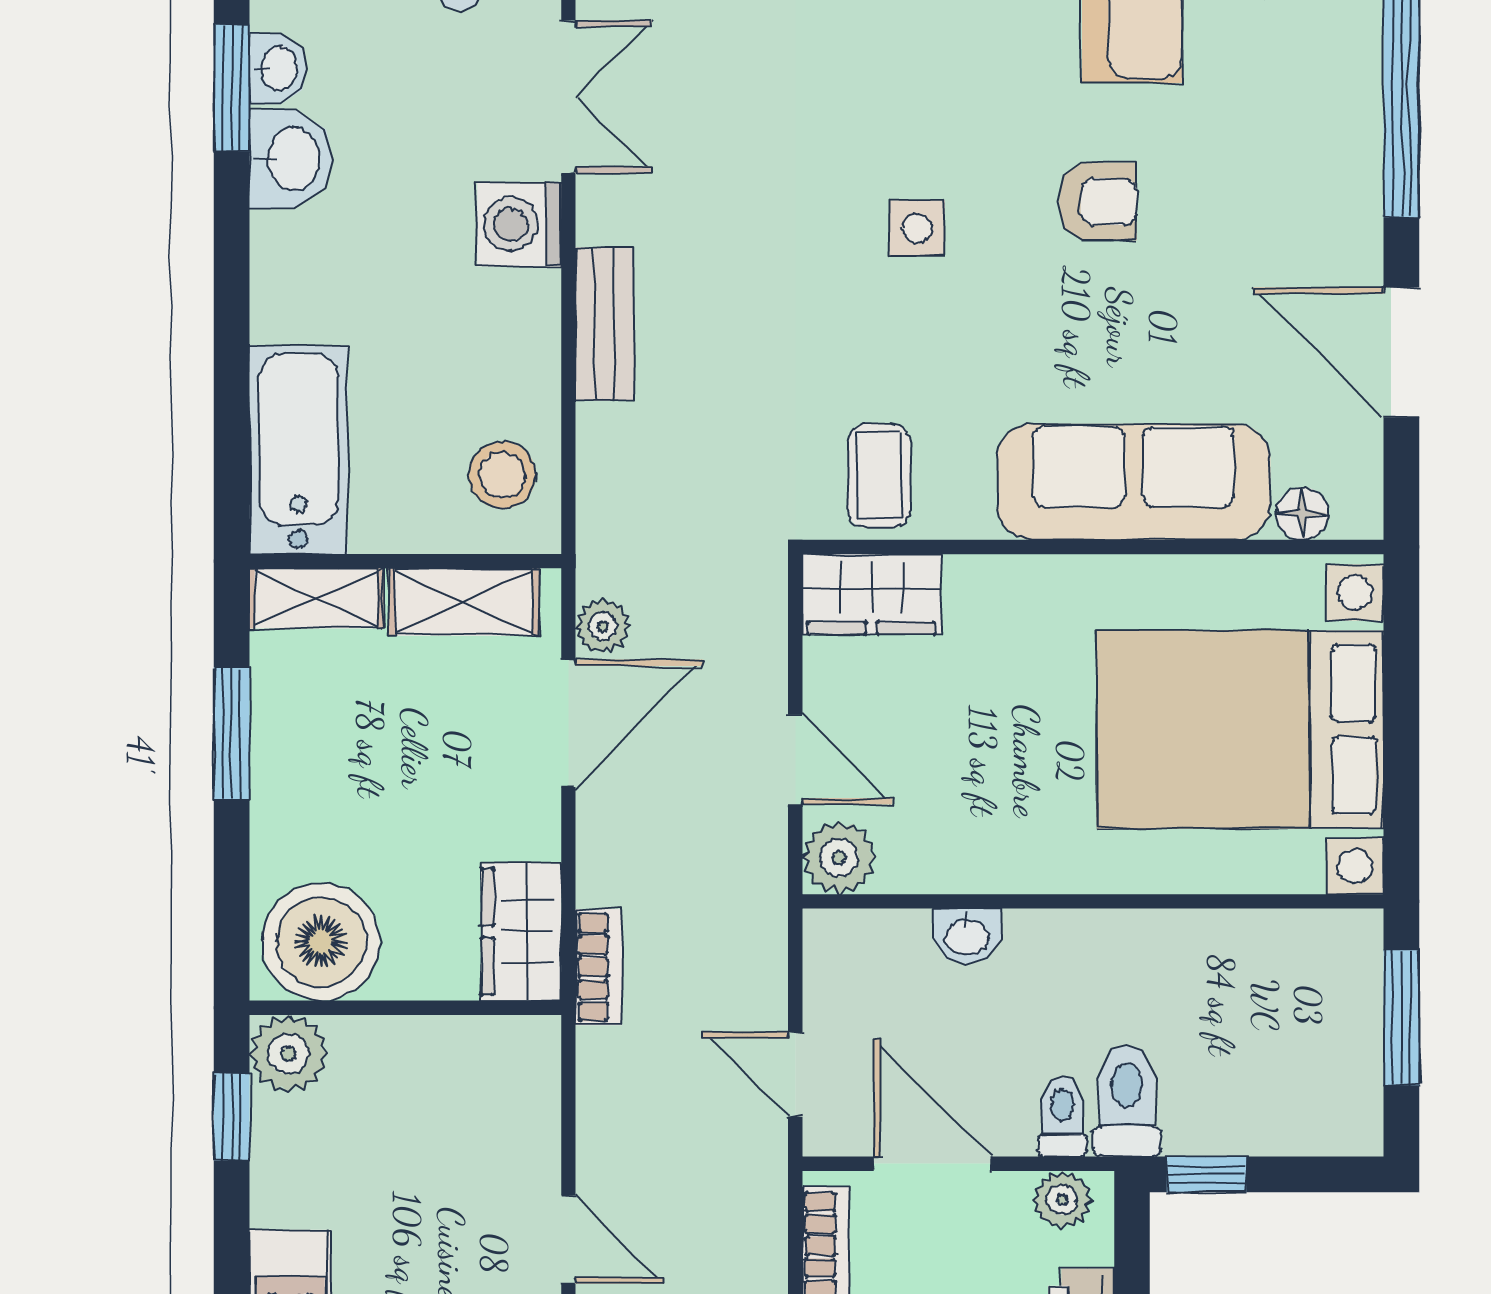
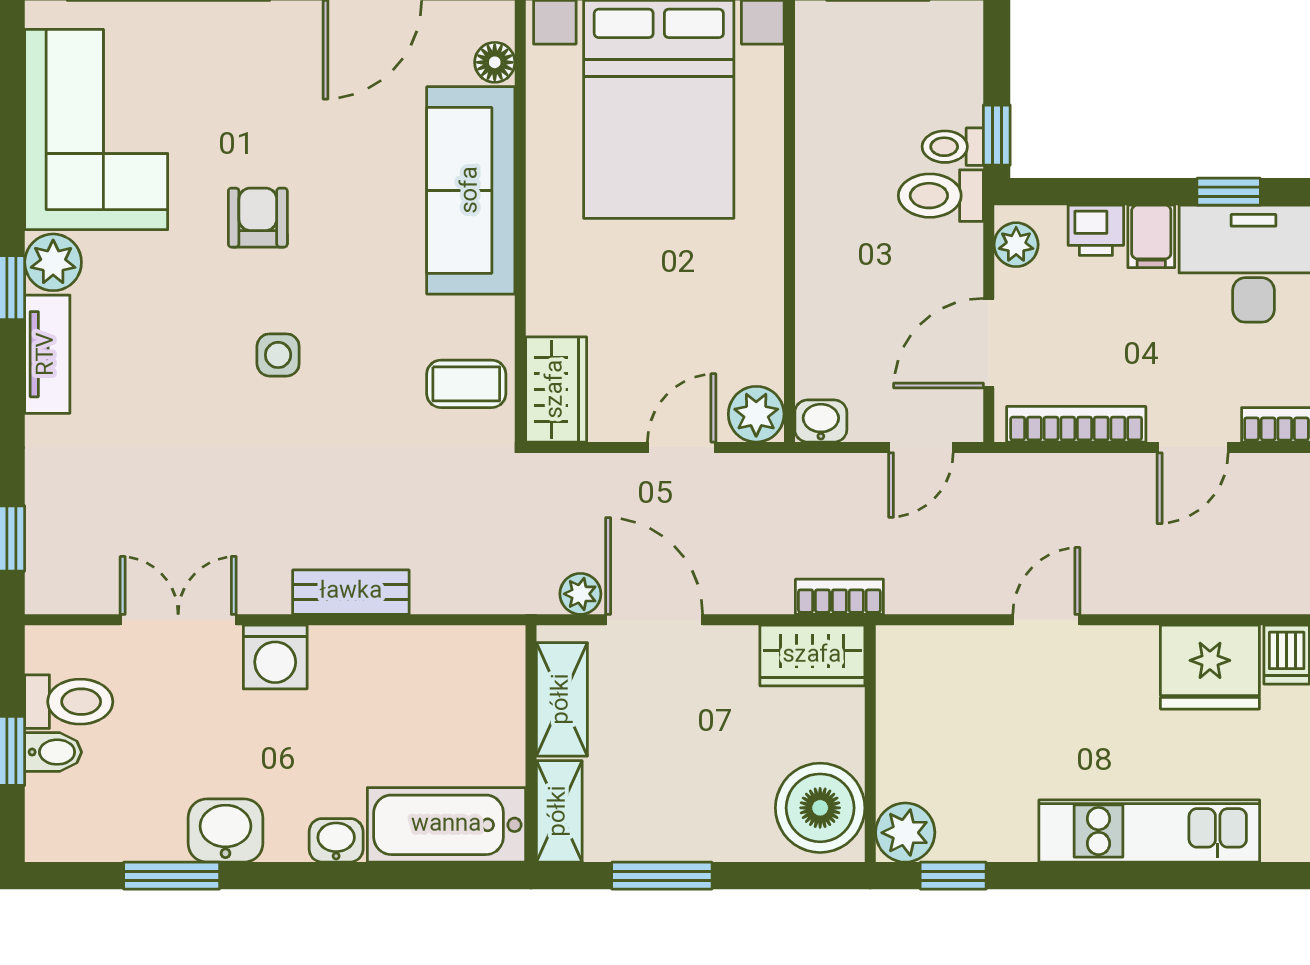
washbasin: (278, 69) -> (336, 840), moved
stool: (502, 475) -> (466, 670), removed
washbasin: (967, 936) -> (821, 421), moved, turned -90
toilet: (1062, 1116) -> (953, 147), moved

